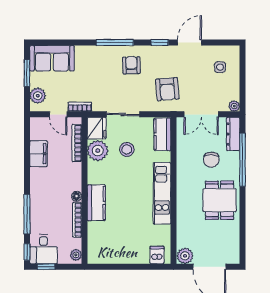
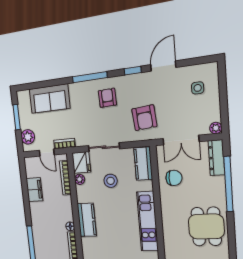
sofa: (52, 58) -> (50, 99), moved
plant: (98, 151) -> (80, 179), width x0.53, depth x0.53
chair: (211, 160) -> (174, 178), moved, turned -90
kitchen counter: (96, 203) -> (87, 220), moved

